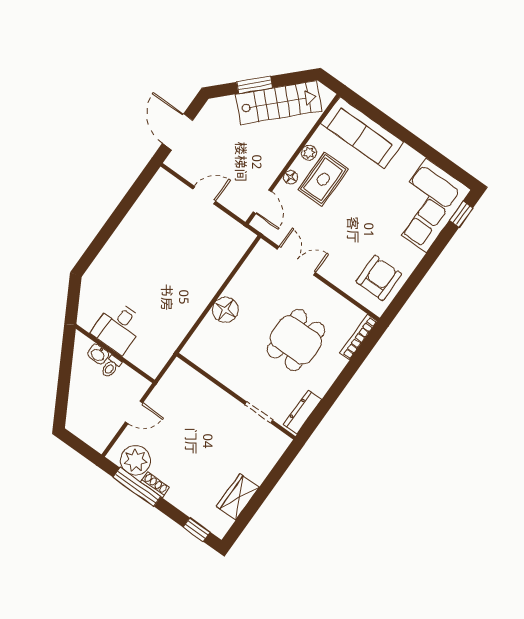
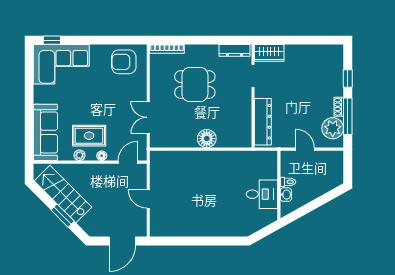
dresser: (199, 387) -> (263, 122), added
wardrobe: (238, 497) -> (269, 53), moved
window: (197, 530) -> (348, 79), moved

